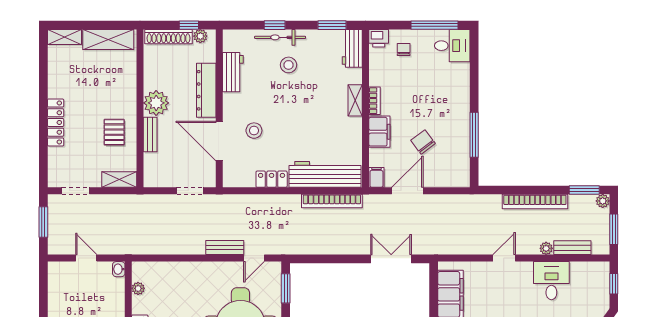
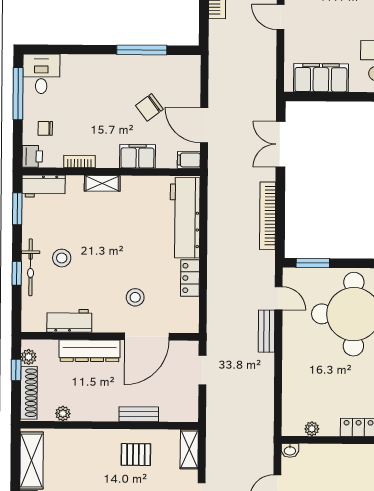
bookcase: (374, 101) -> (80, 161), moved
plant: (156, 103) -> (63, 413), moved, width x0.53, depth x0.53
bookcase: (332, 201) -> (268, 216), moved, turned 180

